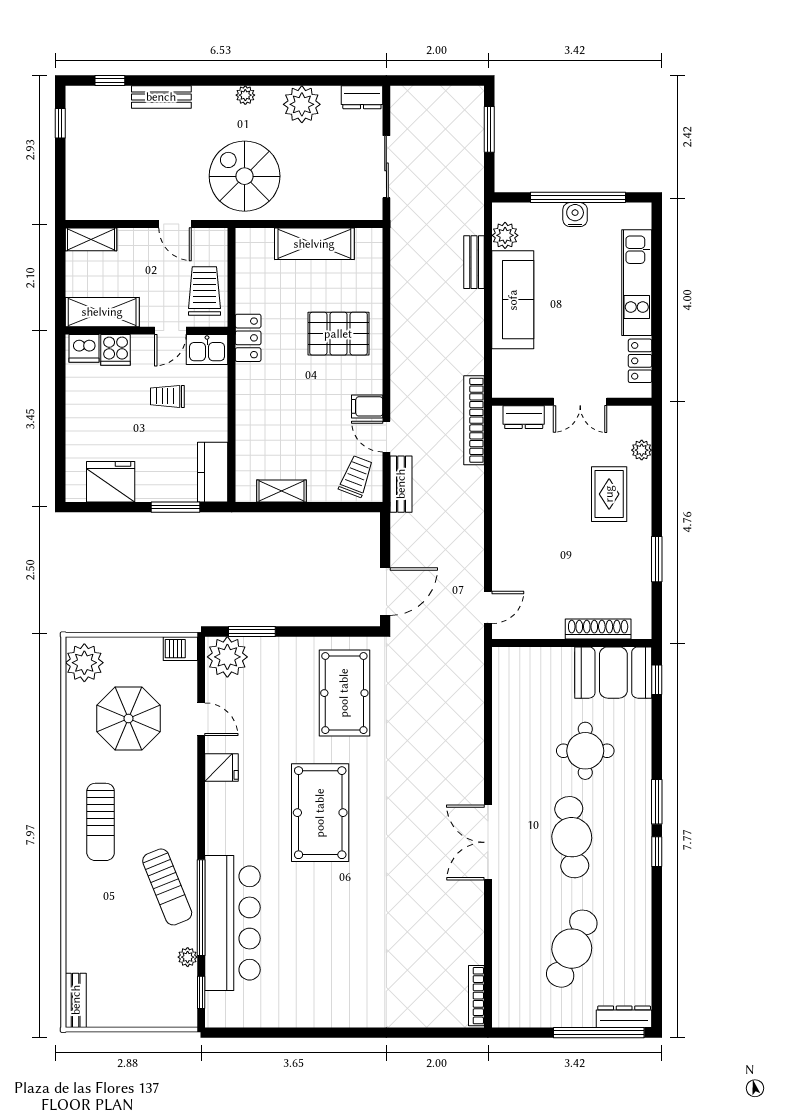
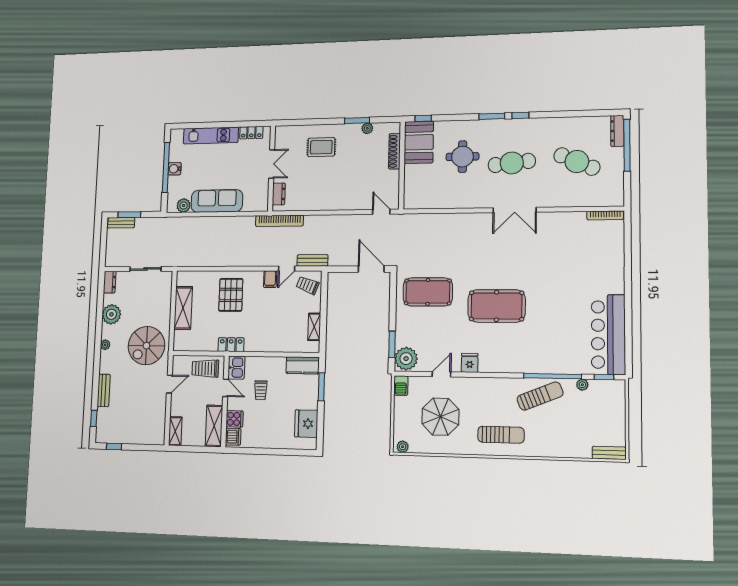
bench: (474, 262) -> (121, 223), moved
plant: (642, 450) -> (367, 128), moved
plant: (84, 663) -> (403, 447), width x0.53, depth x0.53
bar counter: (232, 923) -> (608, 335), moved, turned -90

